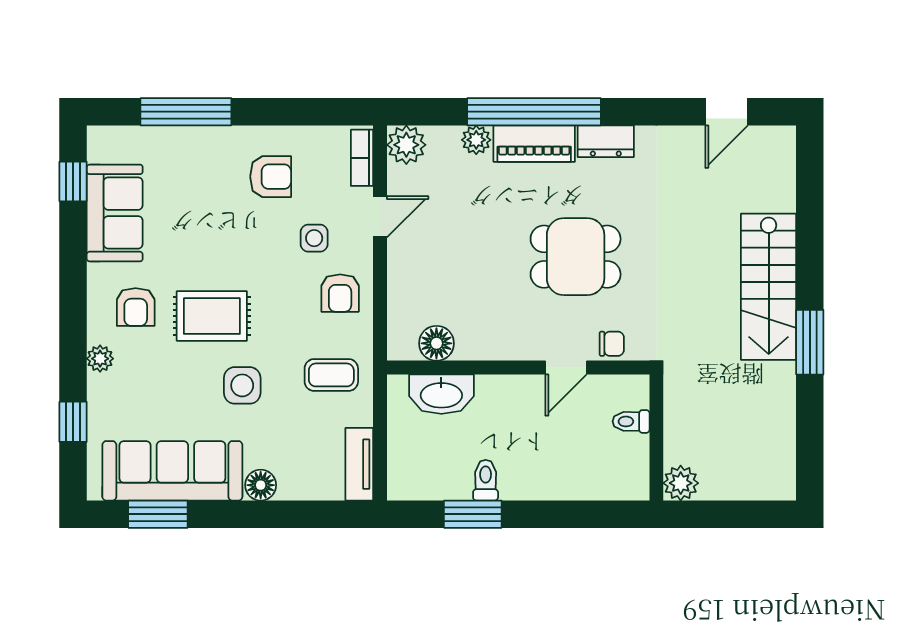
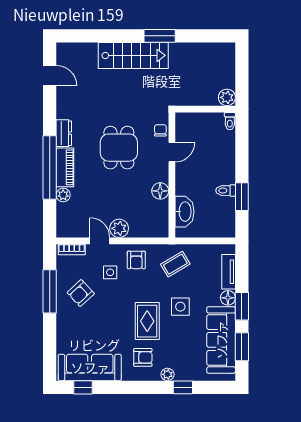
window: (186, 112) -> (50, 291), moved
plant: (406, 145) -> (119, 228), moved
armchair: (271, 177) -> (81, 293), turned -133
sofa: (115, 213) -> (90, 367), width x1.36
armchair: (340, 293) -> (136, 260), turned 90
floor lamp: (436, 343) -> (160, 191), moved
door: (566, 368) -> (172, 152), hinge flipped
coffee table: (331, 375) -> (175, 264), turned 59
toilet: (631, 421) -> (230, 121), moved
window: (73, 422) -> (183, 387), moved
tv unit: (359, 464) -> (229, 272), moved, turned 90
window: (243, 514) -> (242, 306), added

